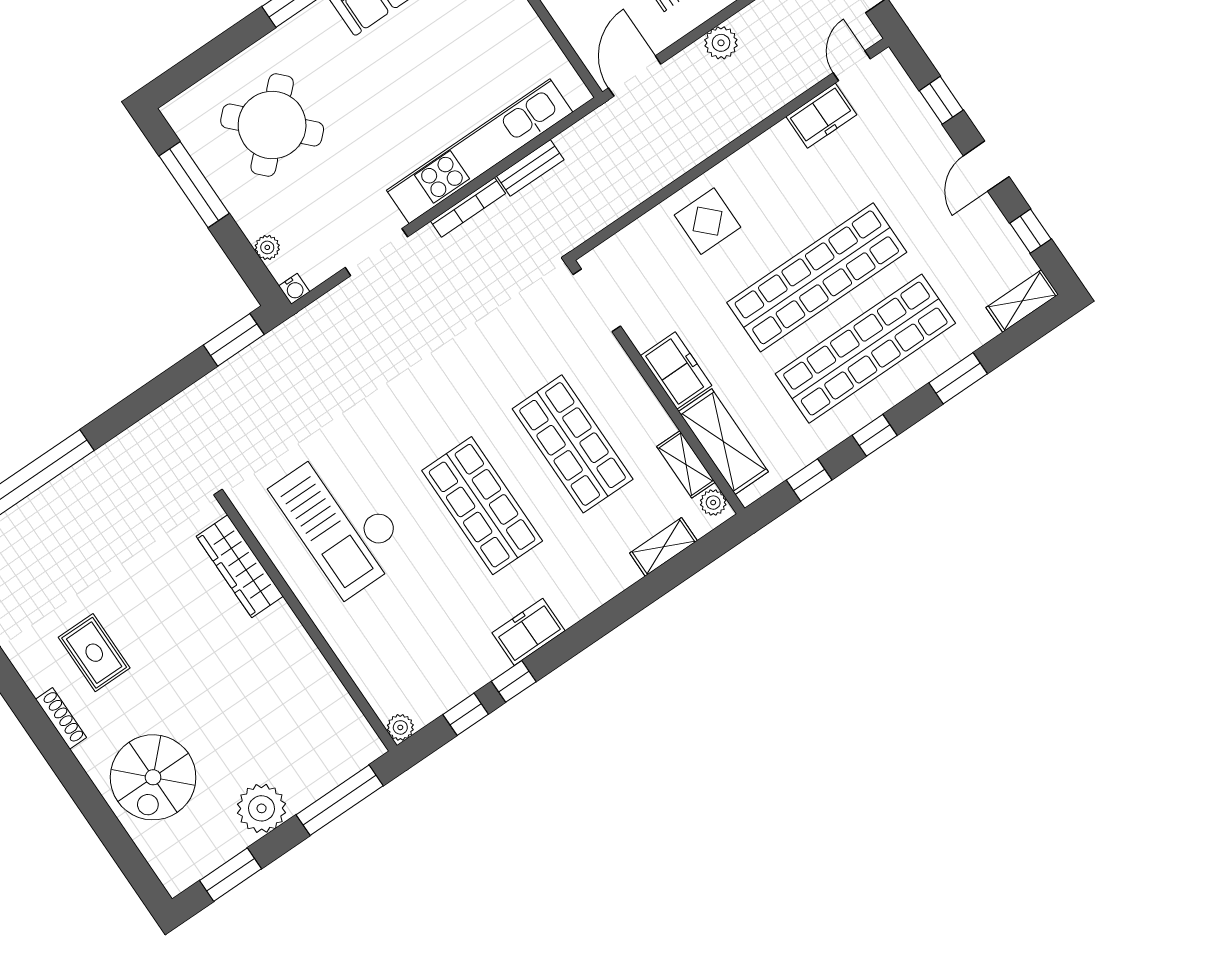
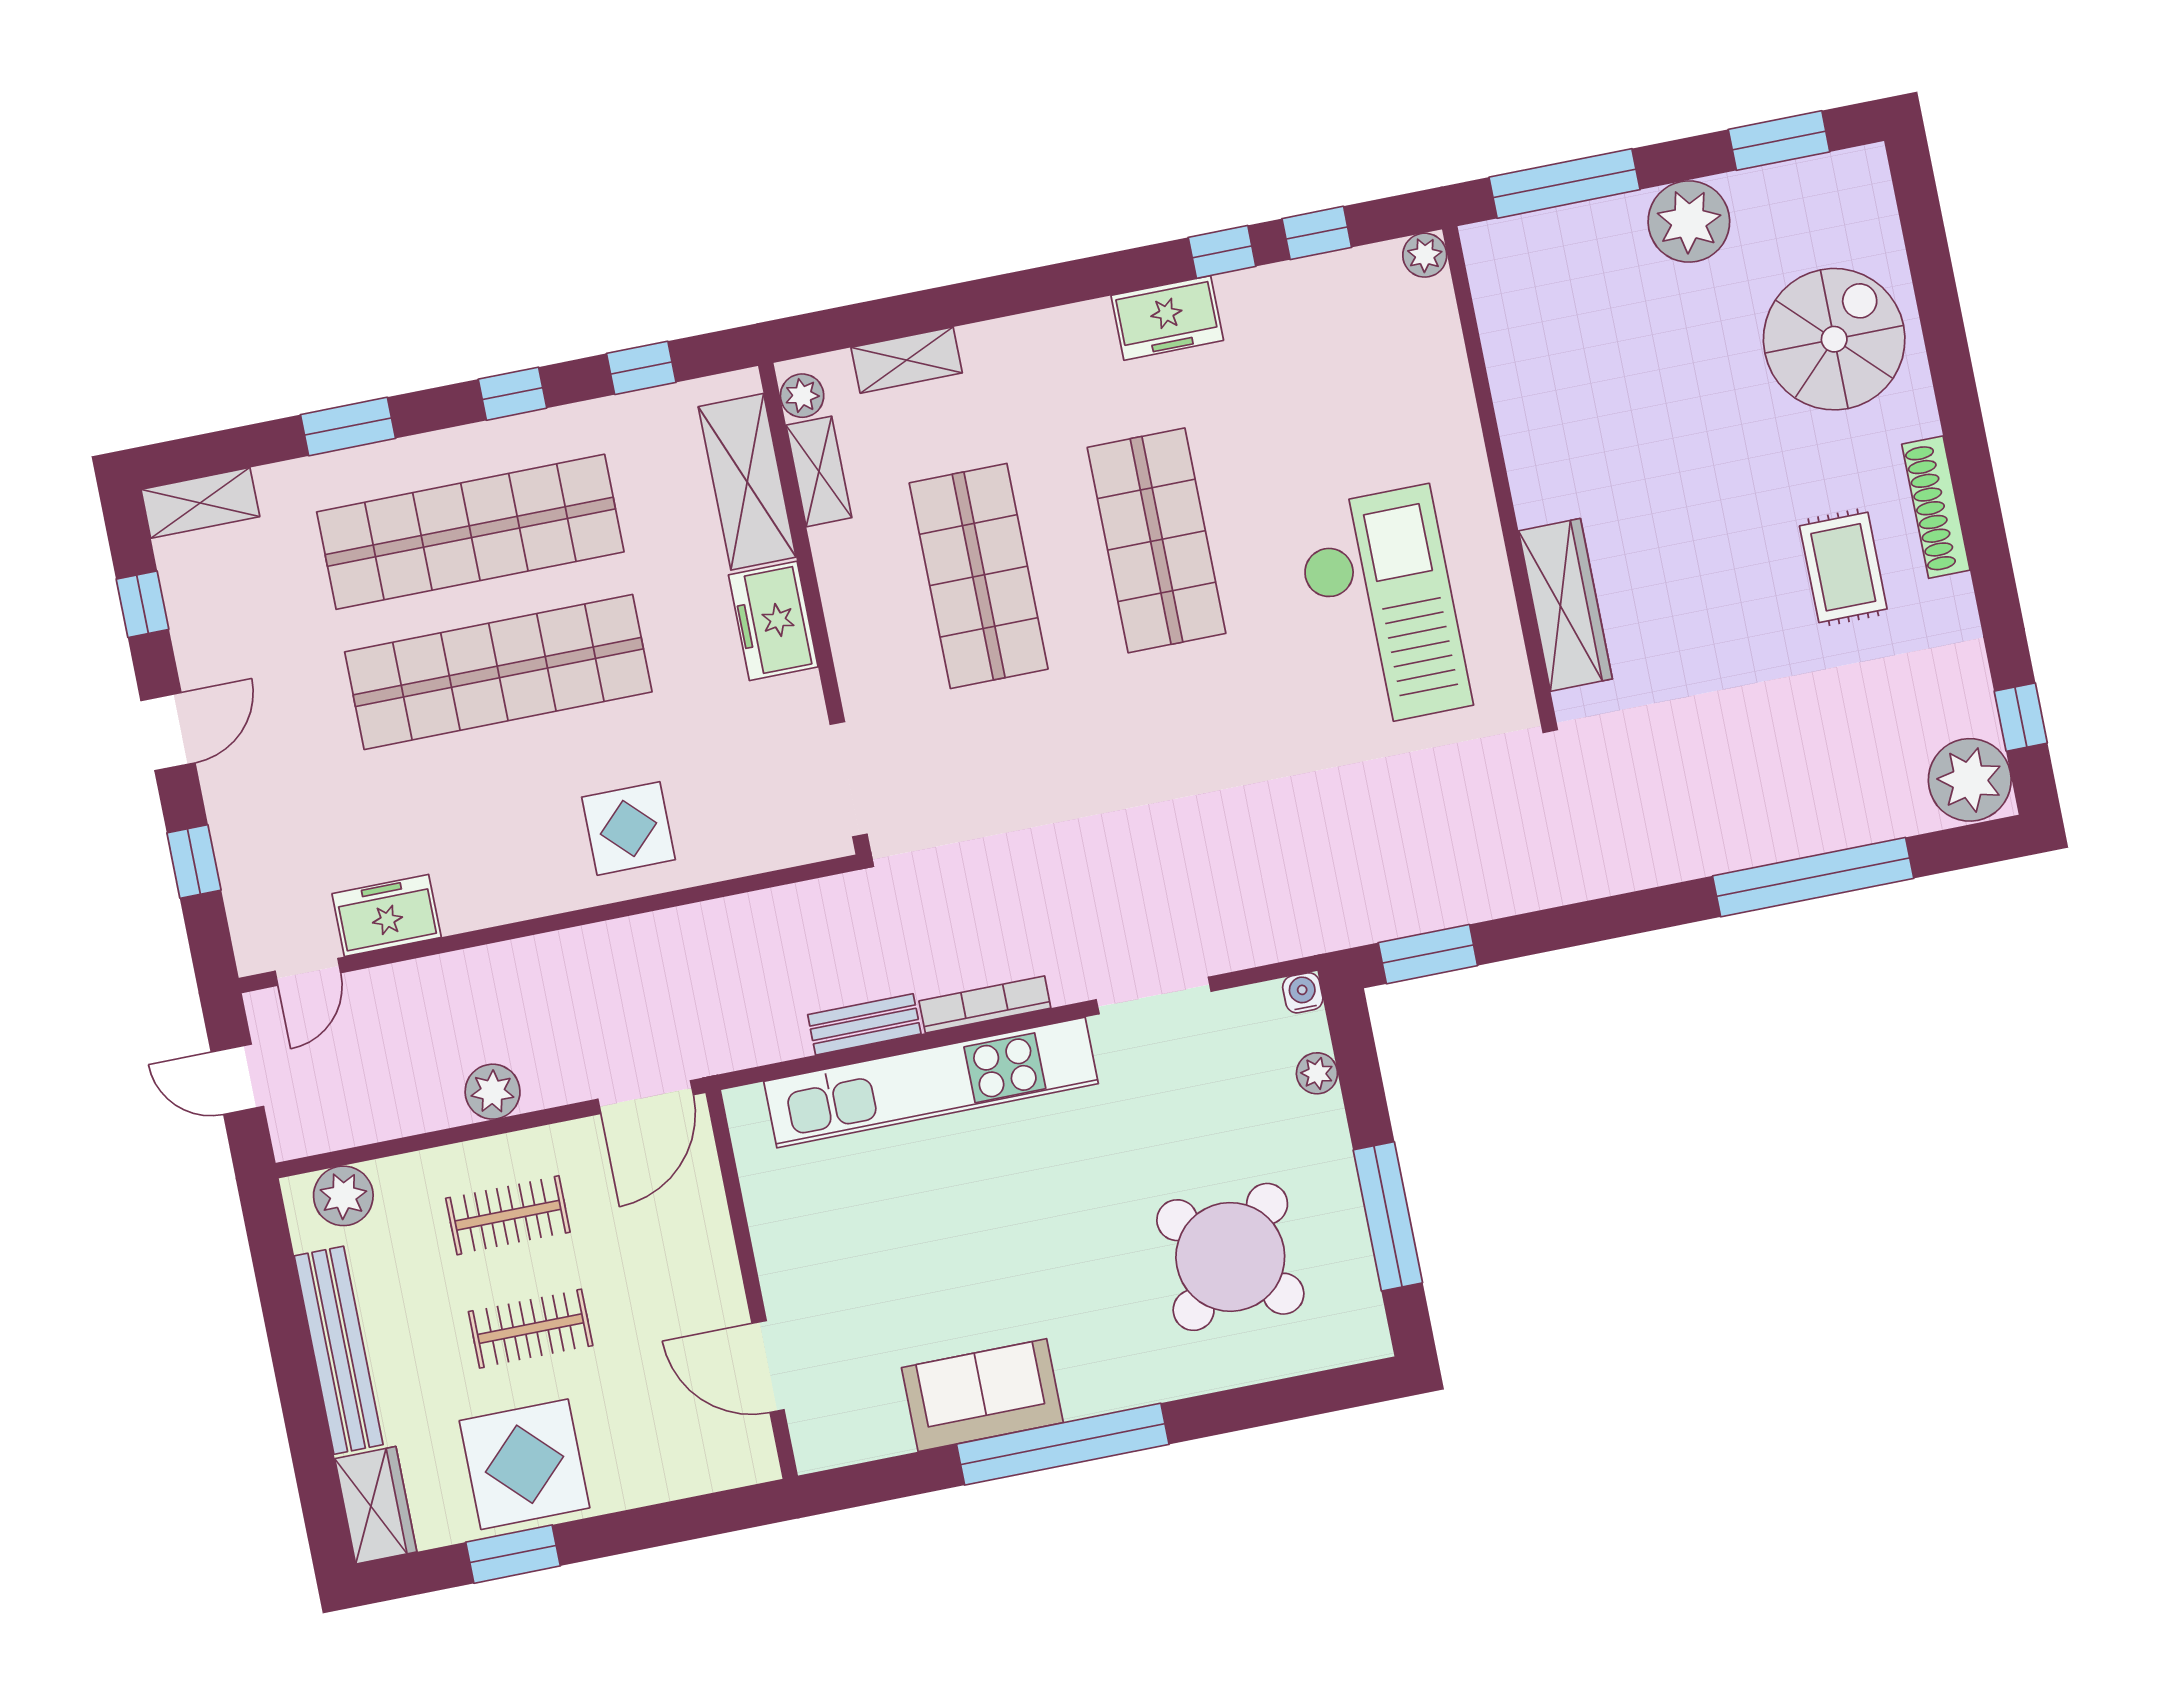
shoe rack: (61, 718) -> (1936, 507), width x1.36, depth x1.24

